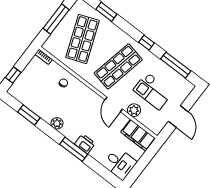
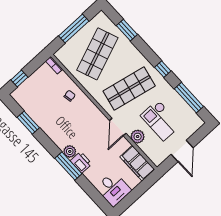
plant: (57, 123) -> (70, 151), moved

